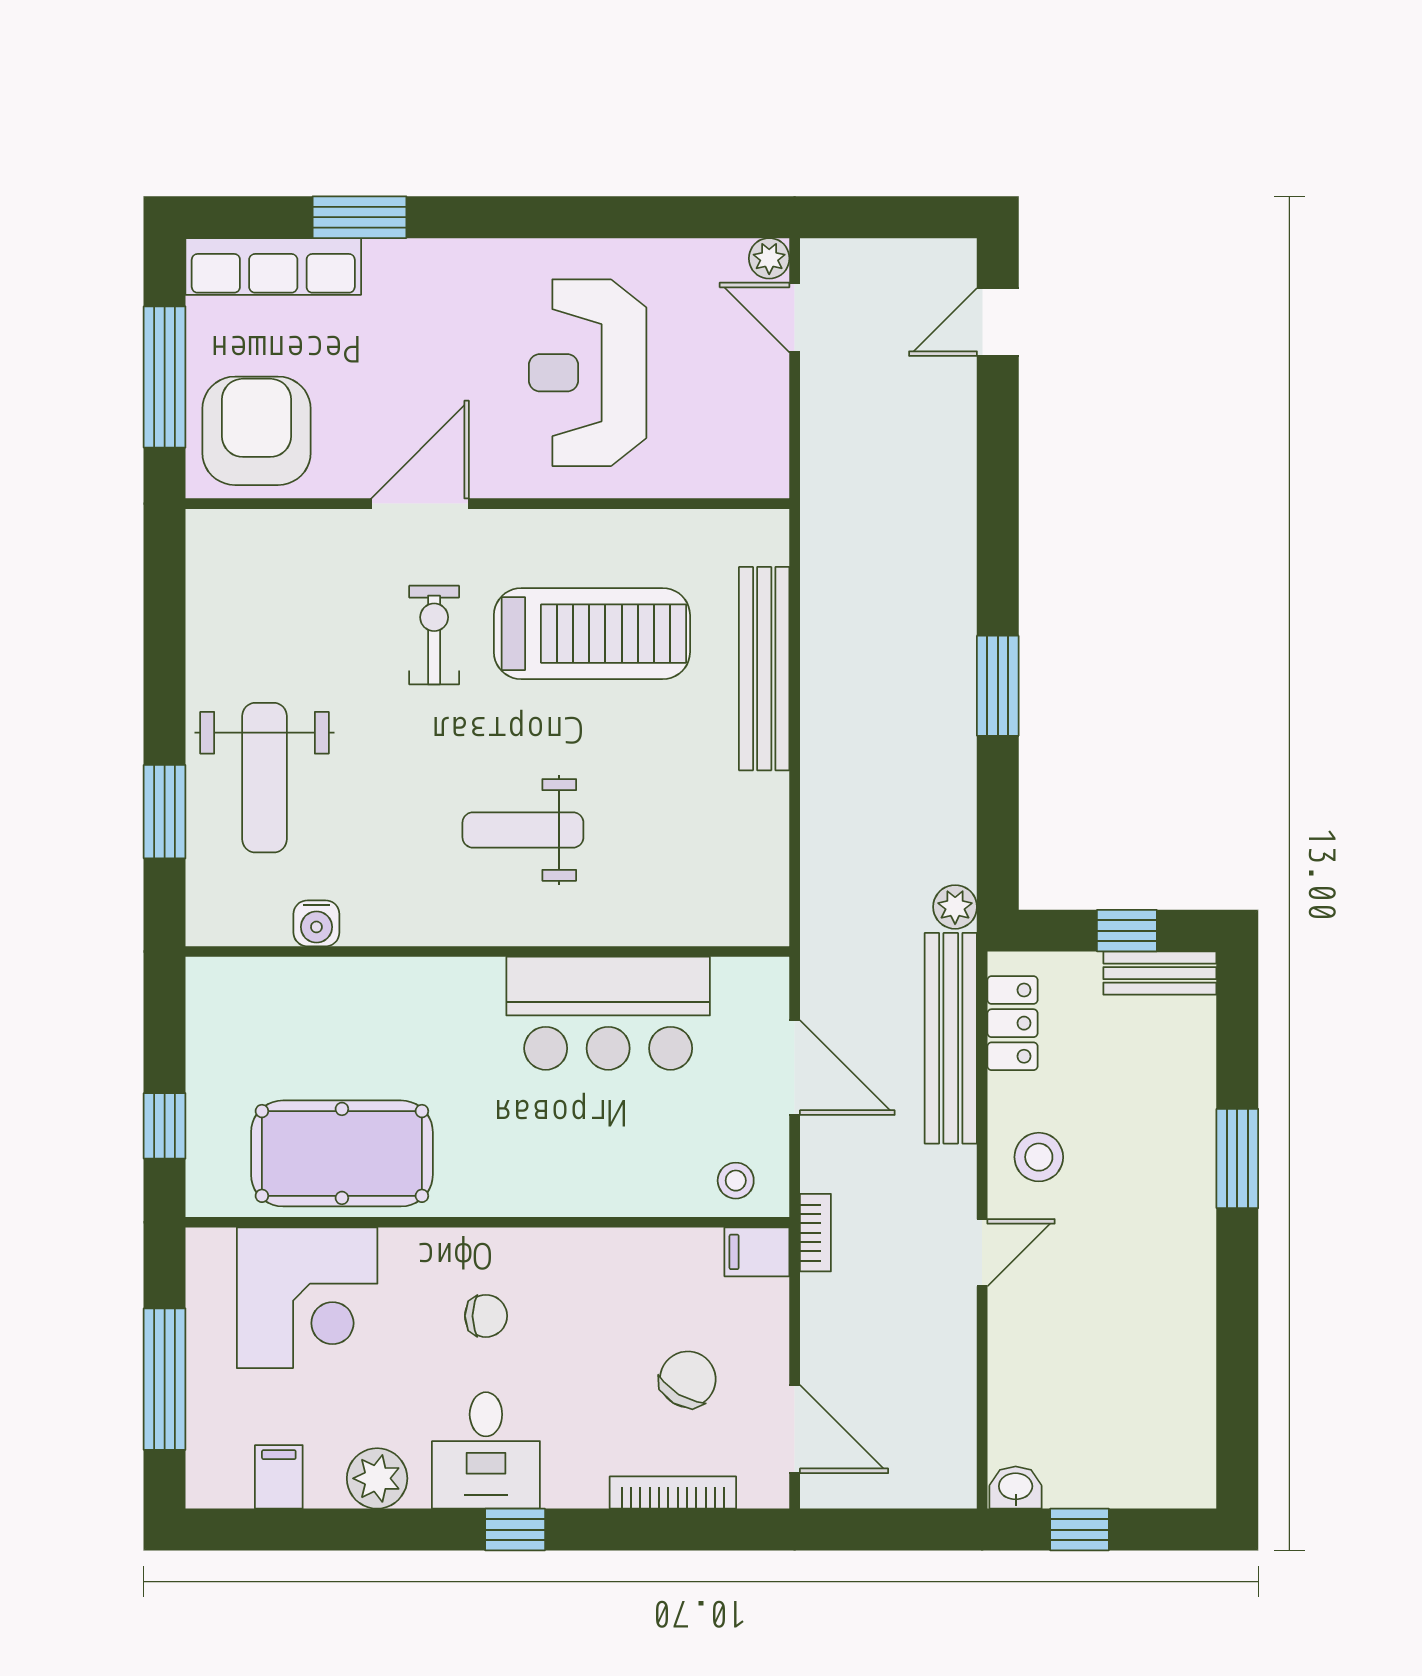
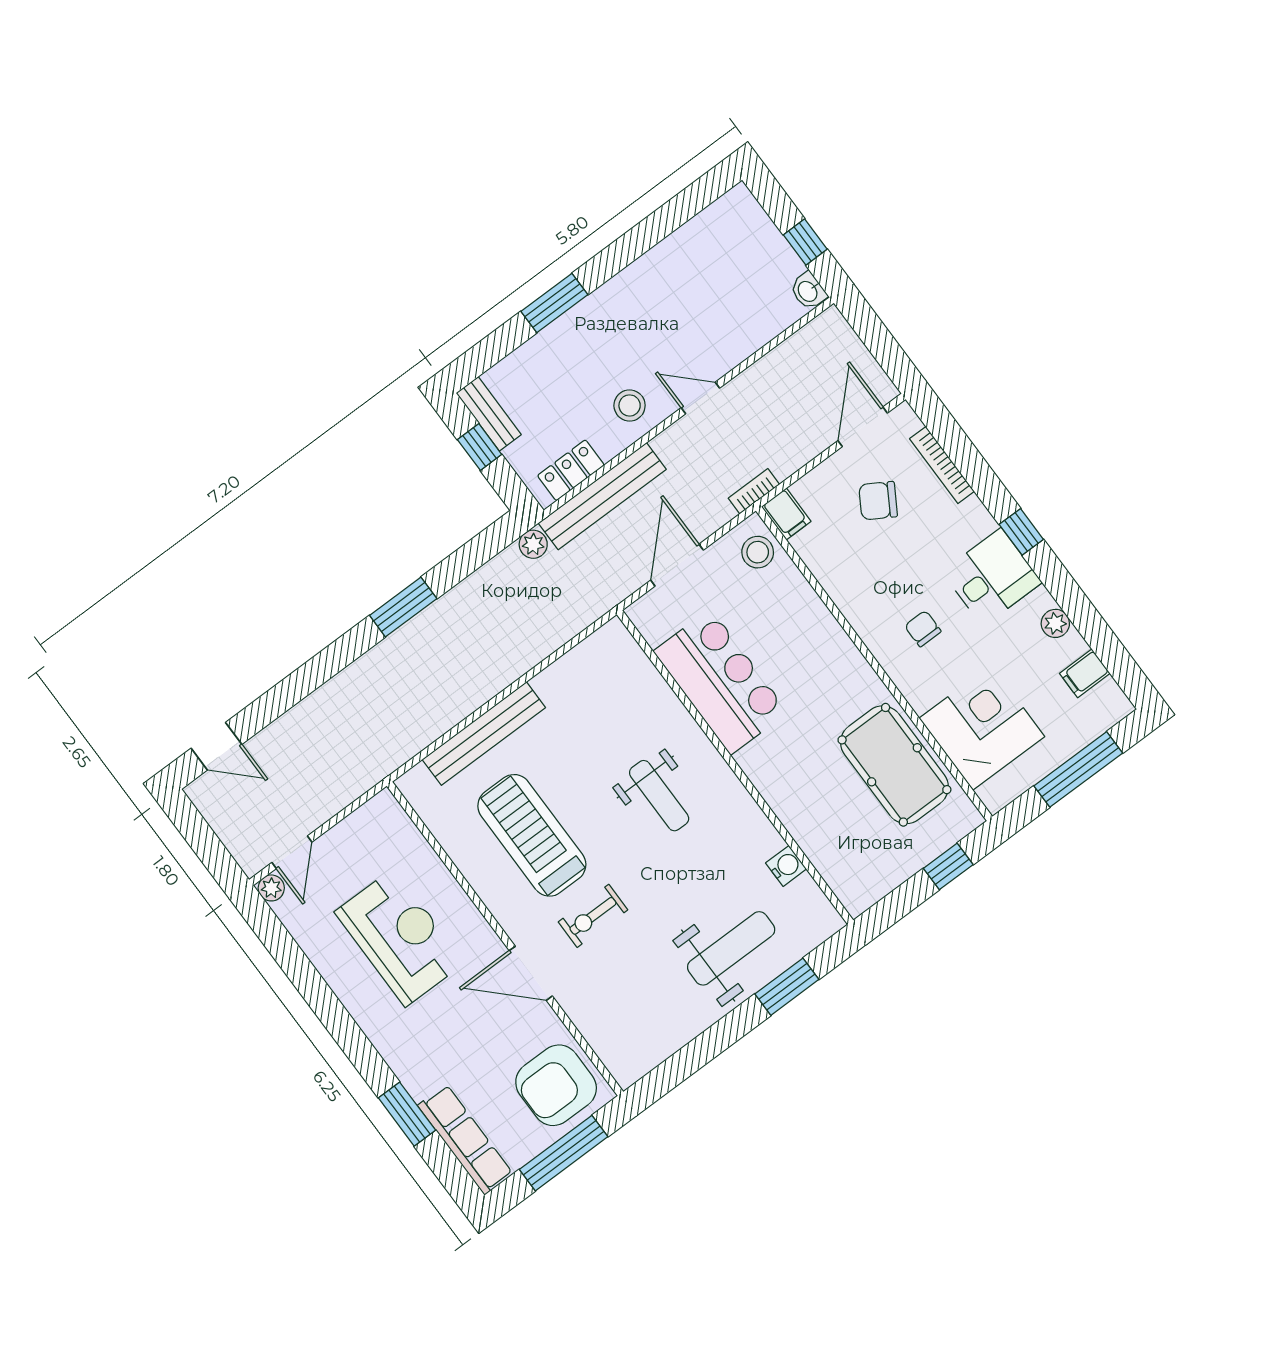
reception desk: (588, 373) -> (400, 937), turned -90
stool: (736, 1181) -> (758, 552), width x1.37, depth x1.37
plant: (377, 1478) -> (1055, 623), width x0.73, depth x0.73

